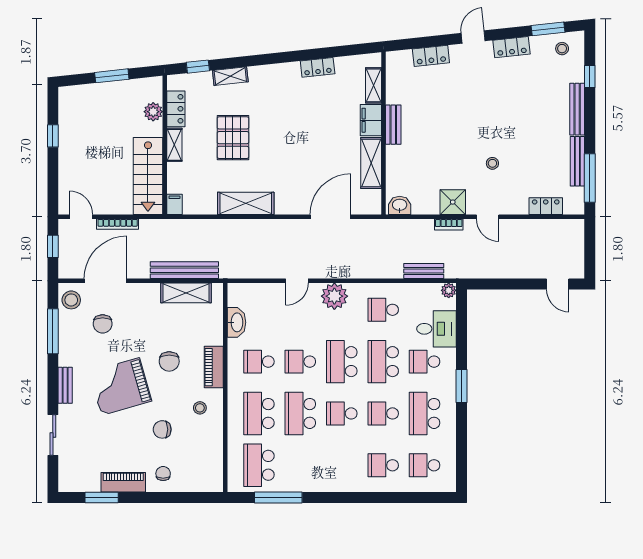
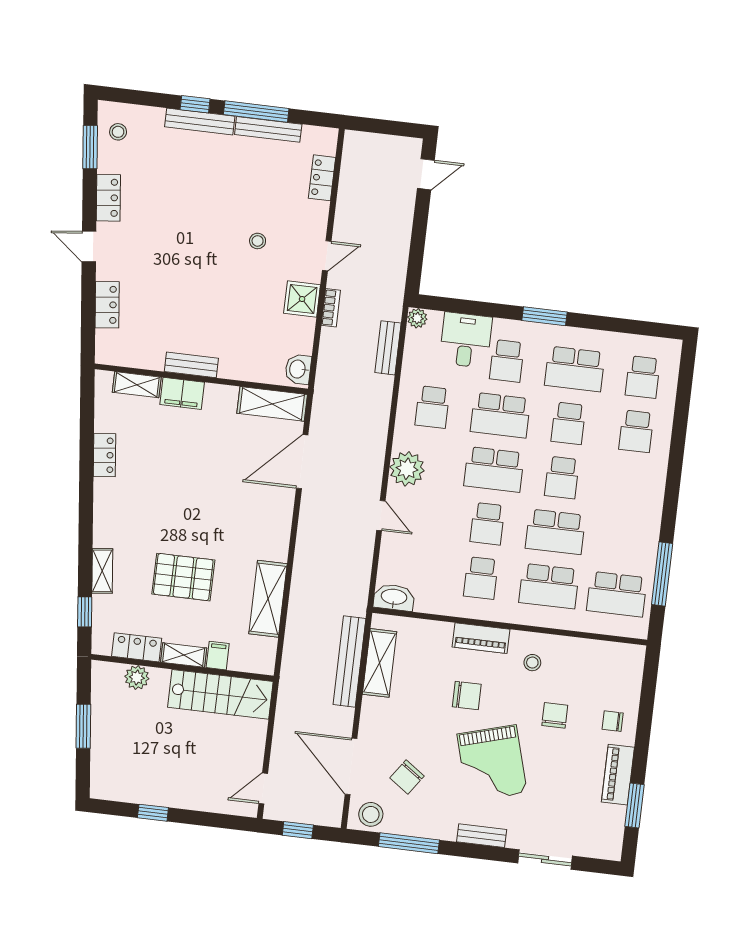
window: (590, 76) -> (195, 104), moved
shelving: (371, 163) -> (272, 404), moved
window: (590, 178) -> (256, 112), moved
shelving: (246, 203) -> (268, 599), moved
filing cabinet: (174, 204) -> (218, 656), moved, turned 90
door: (330, 217) -> (302, 462), hinge flipped
bookcase: (118, 224) -> (279, 742), removed
washbasin: (236, 322) -> (394, 597), moved
chair: (103, 324) -> (407, 777), turned 125
chair: (162, 429) -> (555, 715), turned 180

